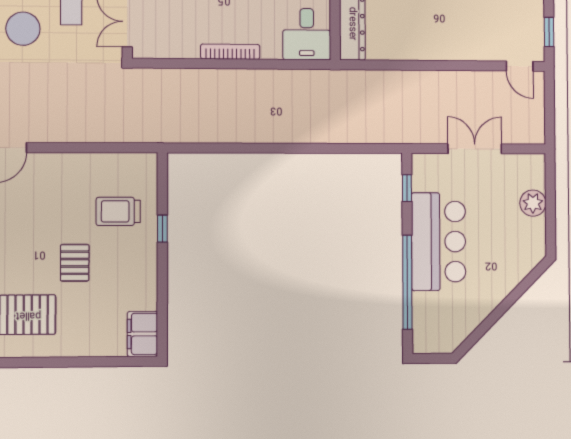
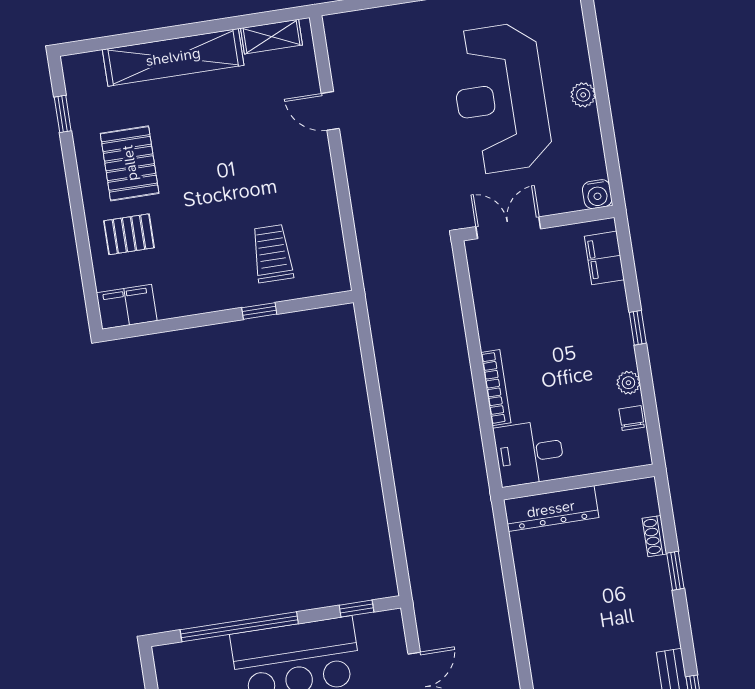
bookcase: (230, 52) -> (496, 388), moved
pallet: (75, 263) -> (129, 234), moved

